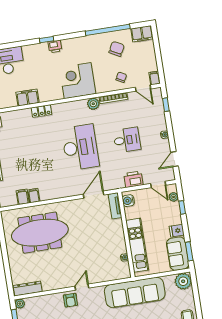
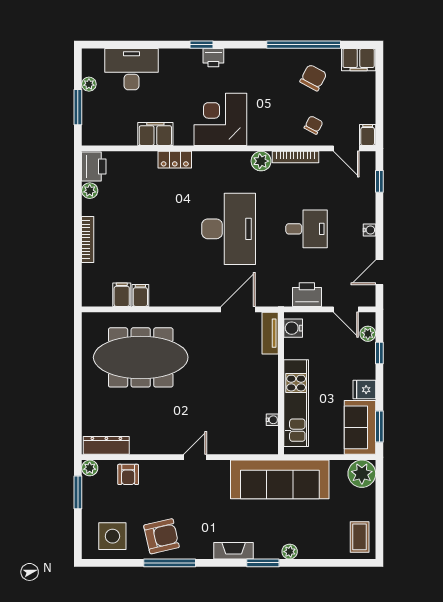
corner desk: (78, 81) -> (220, 119), moved
armchair: (70, 300) -> (128, 474), moved

